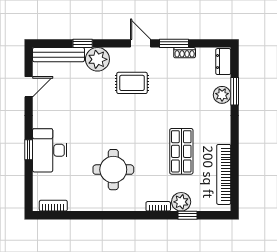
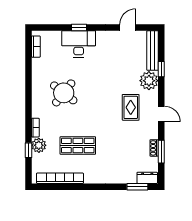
door: (140, 43) -> (161, 114), hinge flipped
window: (174, 43) -> (161, 152), moved
door: (29, 87) -> (128, 28), swing flipped
window: (235, 91) -> (137, 187), moved
plant: (222, 95) -> (121, 177), removed
round table: (113, 170) -> (64, 93), turned 38

